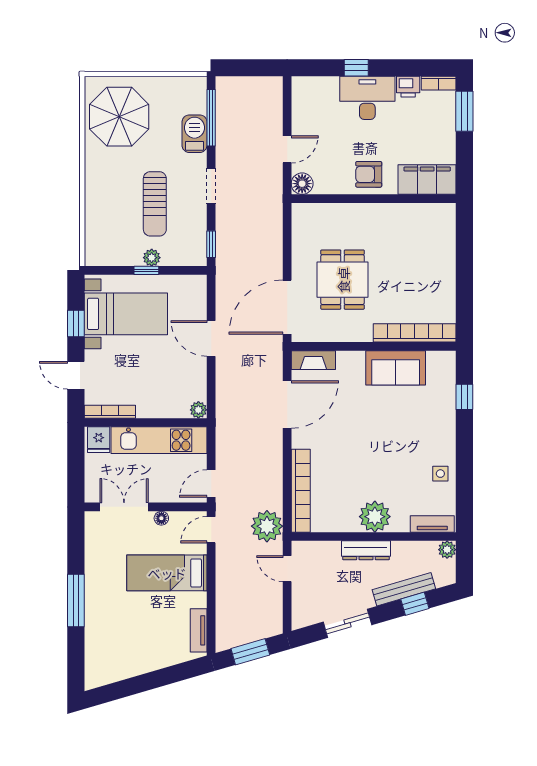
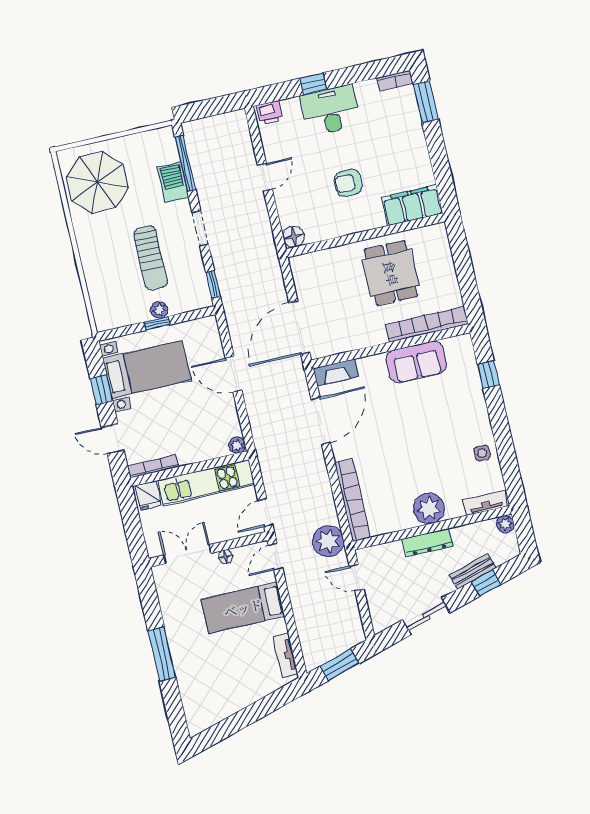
printer: (408, 87) -> (270, 113), moved
filing cabinet: (427, 179) -> (412, 205), moved
floor lamp: (302, 184) -> (294, 237), moved
wall: (374, 199) -> (365, 235), moved
dining table: (343, 280) -> (391, 273), moved
bench: (404, 589) -> (473, 571), width x0.73

